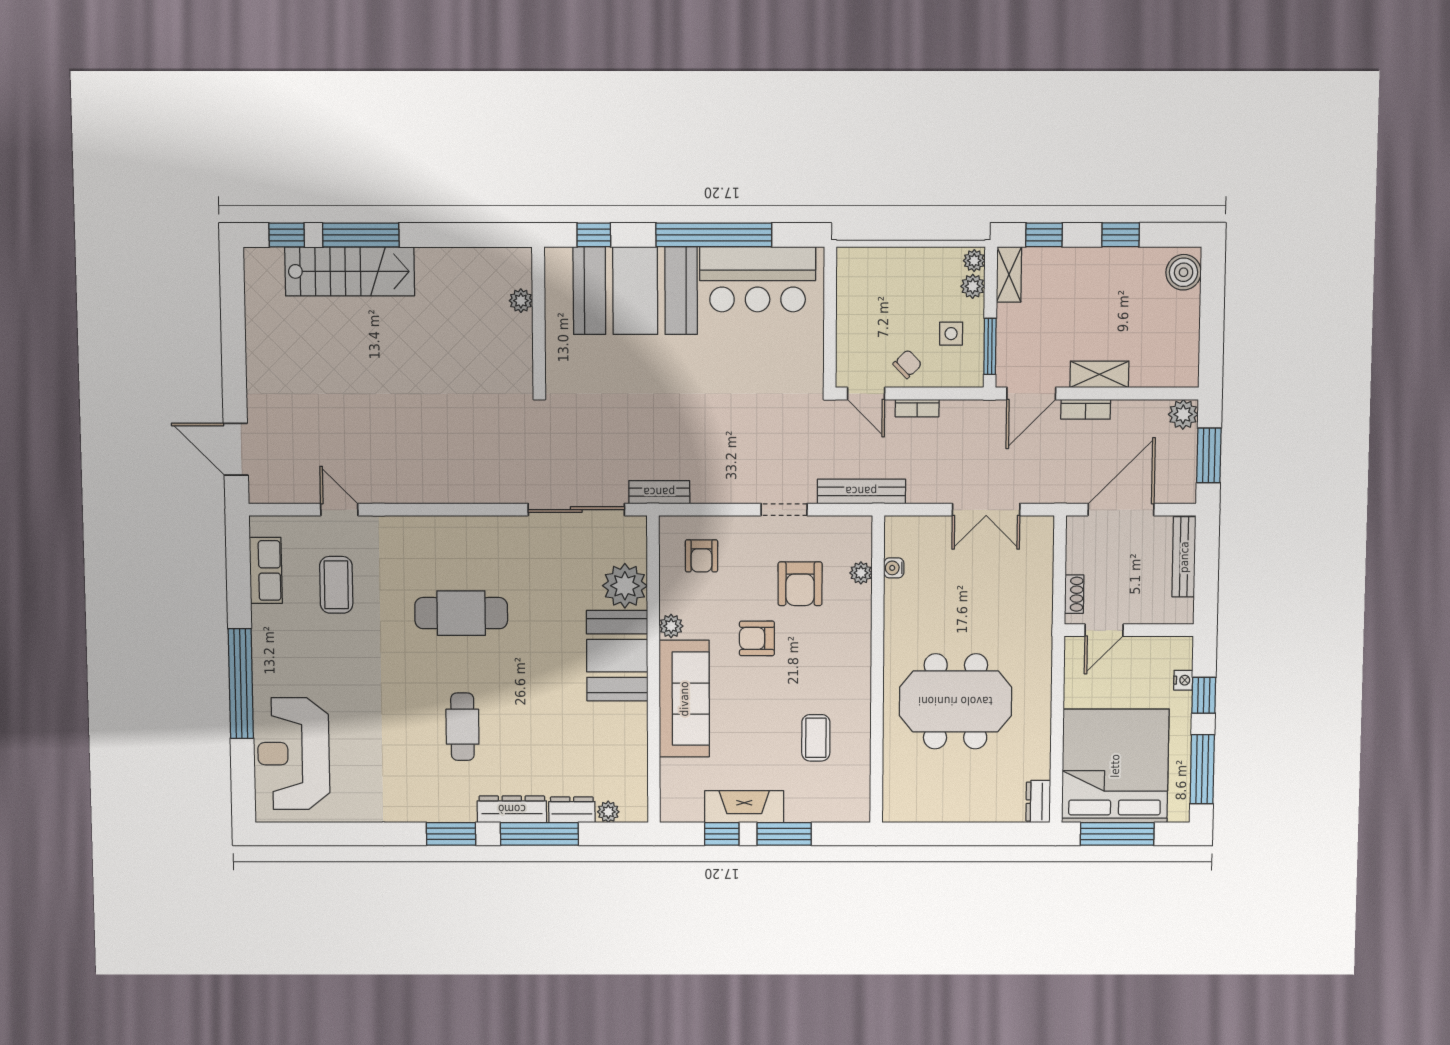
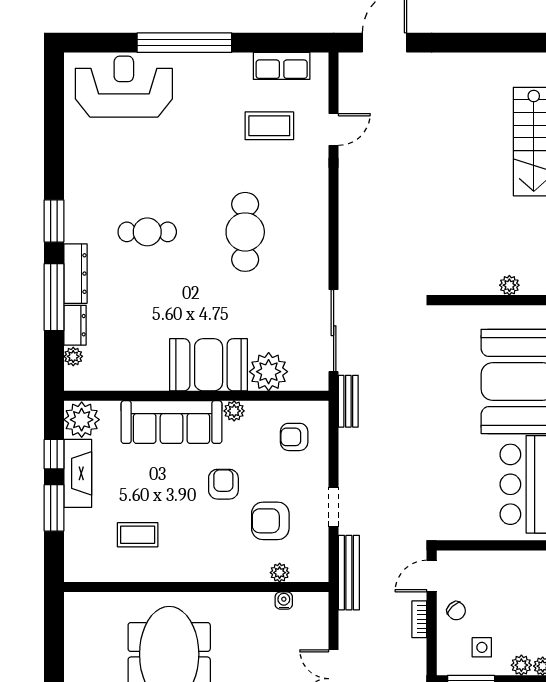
plant: (682, 802) -> (82, 420), added

